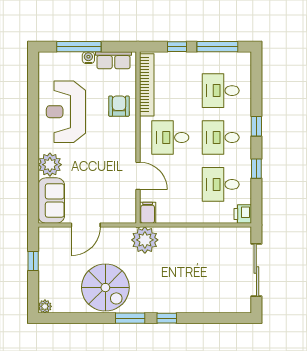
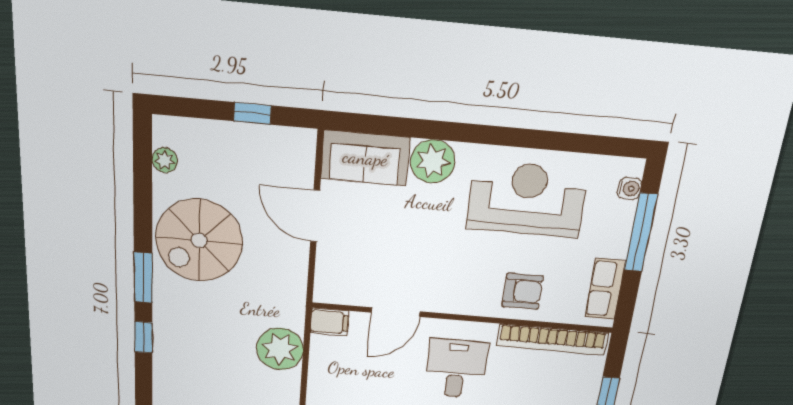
water cooler: (88, 58) -> (629, 188), moved
plant: (145, 240) -> (280, 349), moved
plant: (45, 306) -> (165, 160), moved

